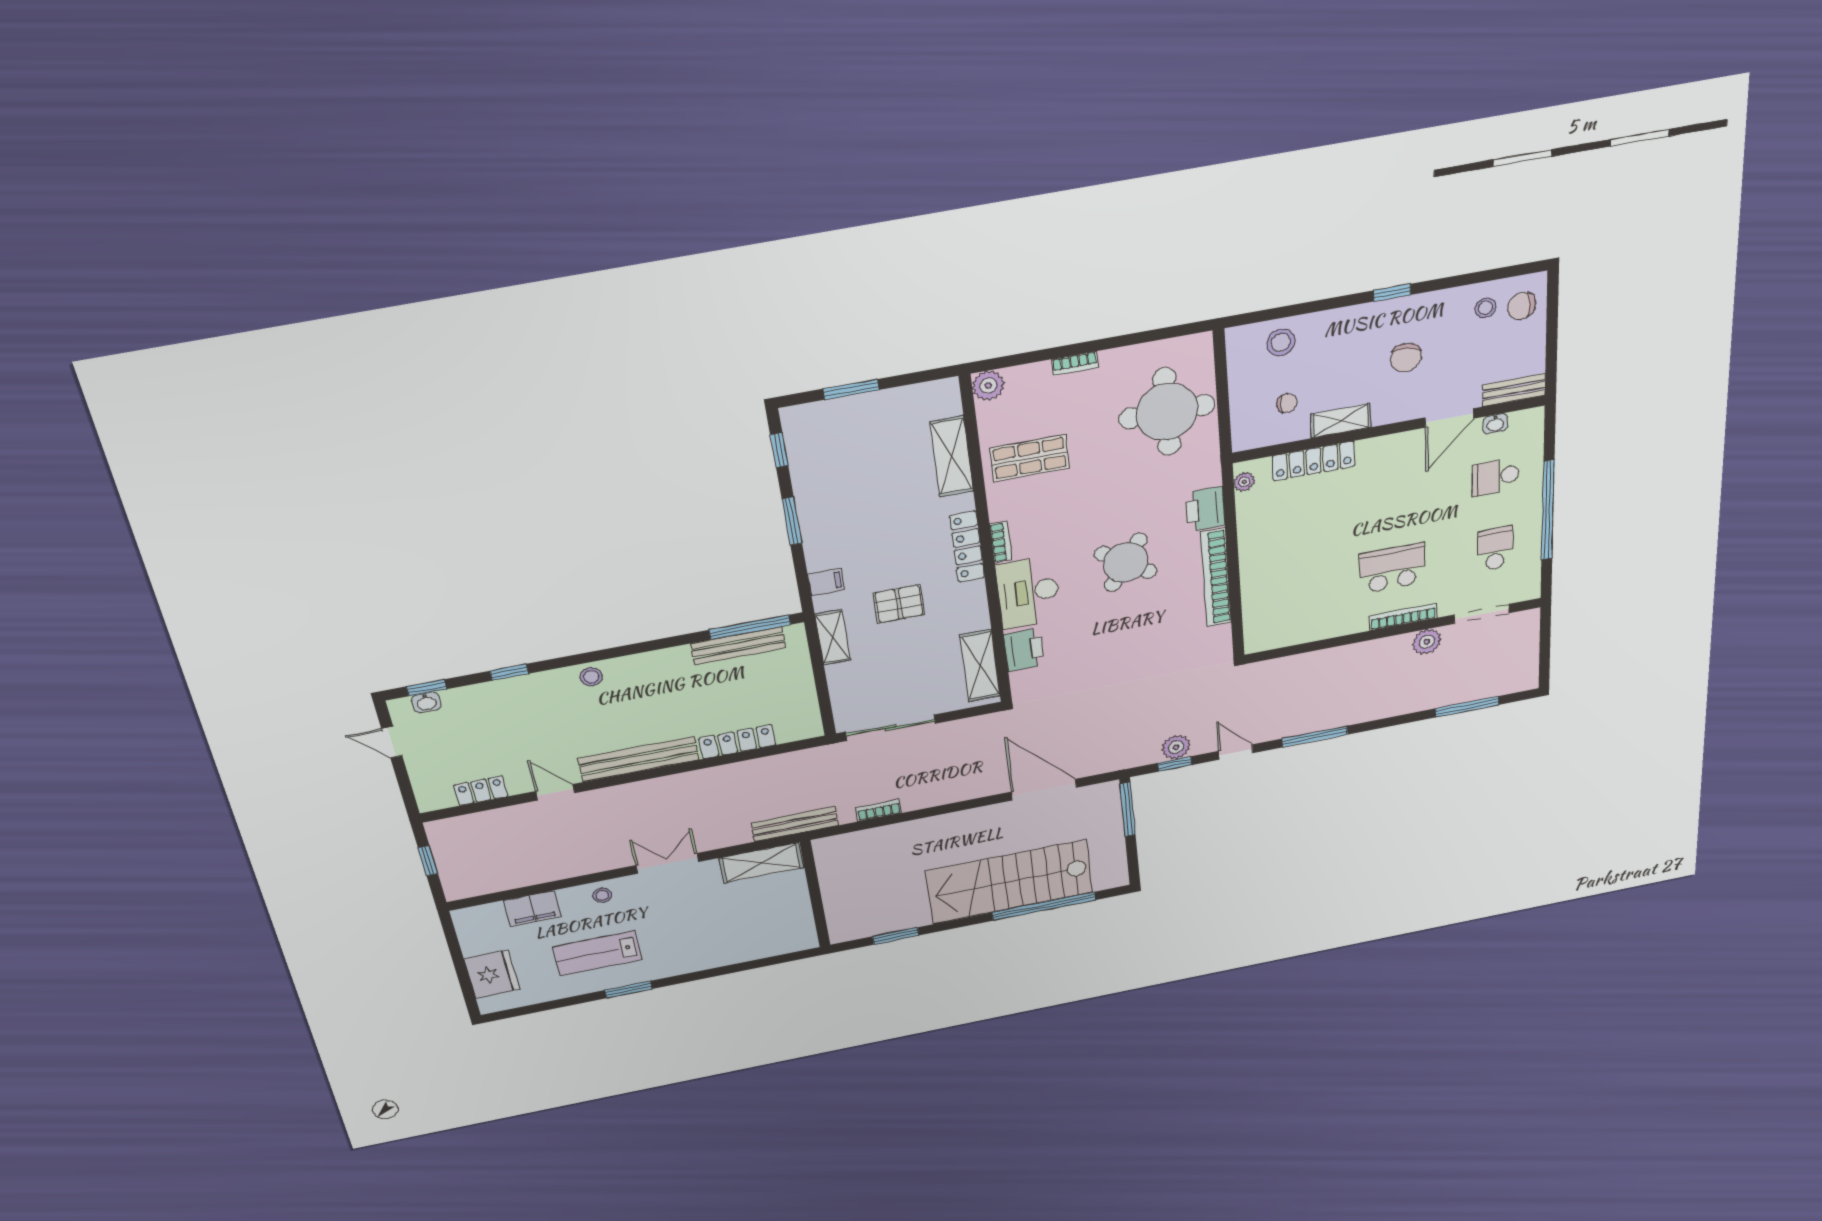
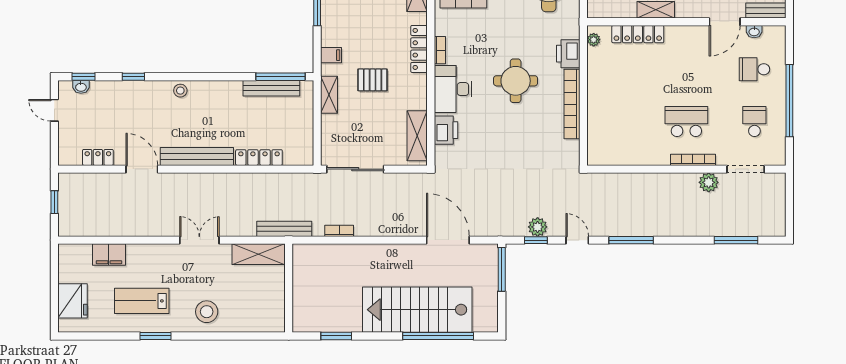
round table: (1126, 562) -> (516, 81), turned -34
door: (555, 792) -> (142, 169), width x1.38
stool: (602, 895) -> (207, 312), moved, width x1.89, depth x1.89

